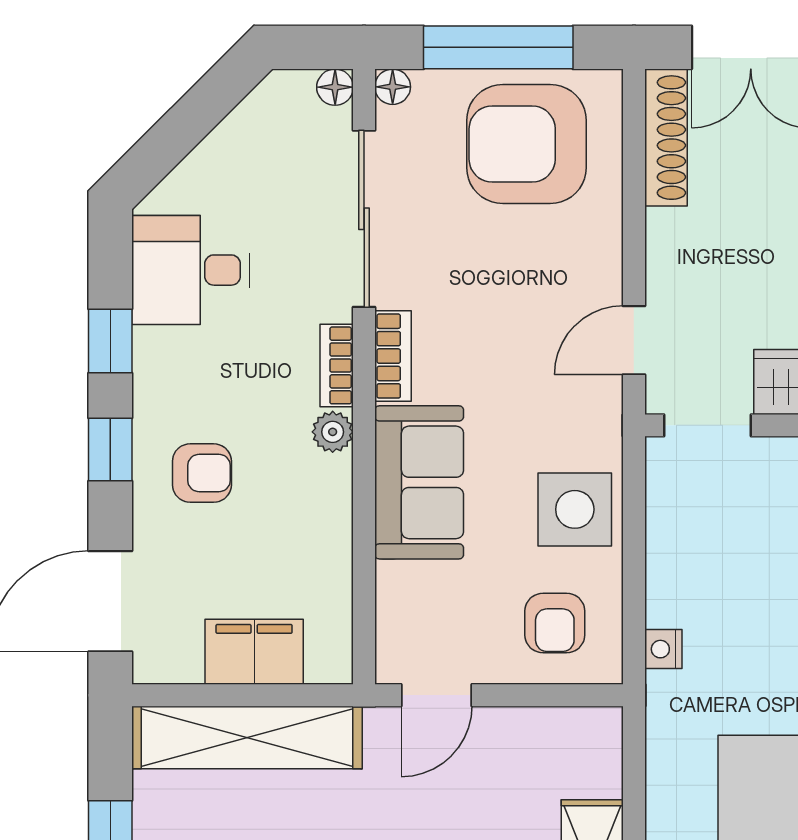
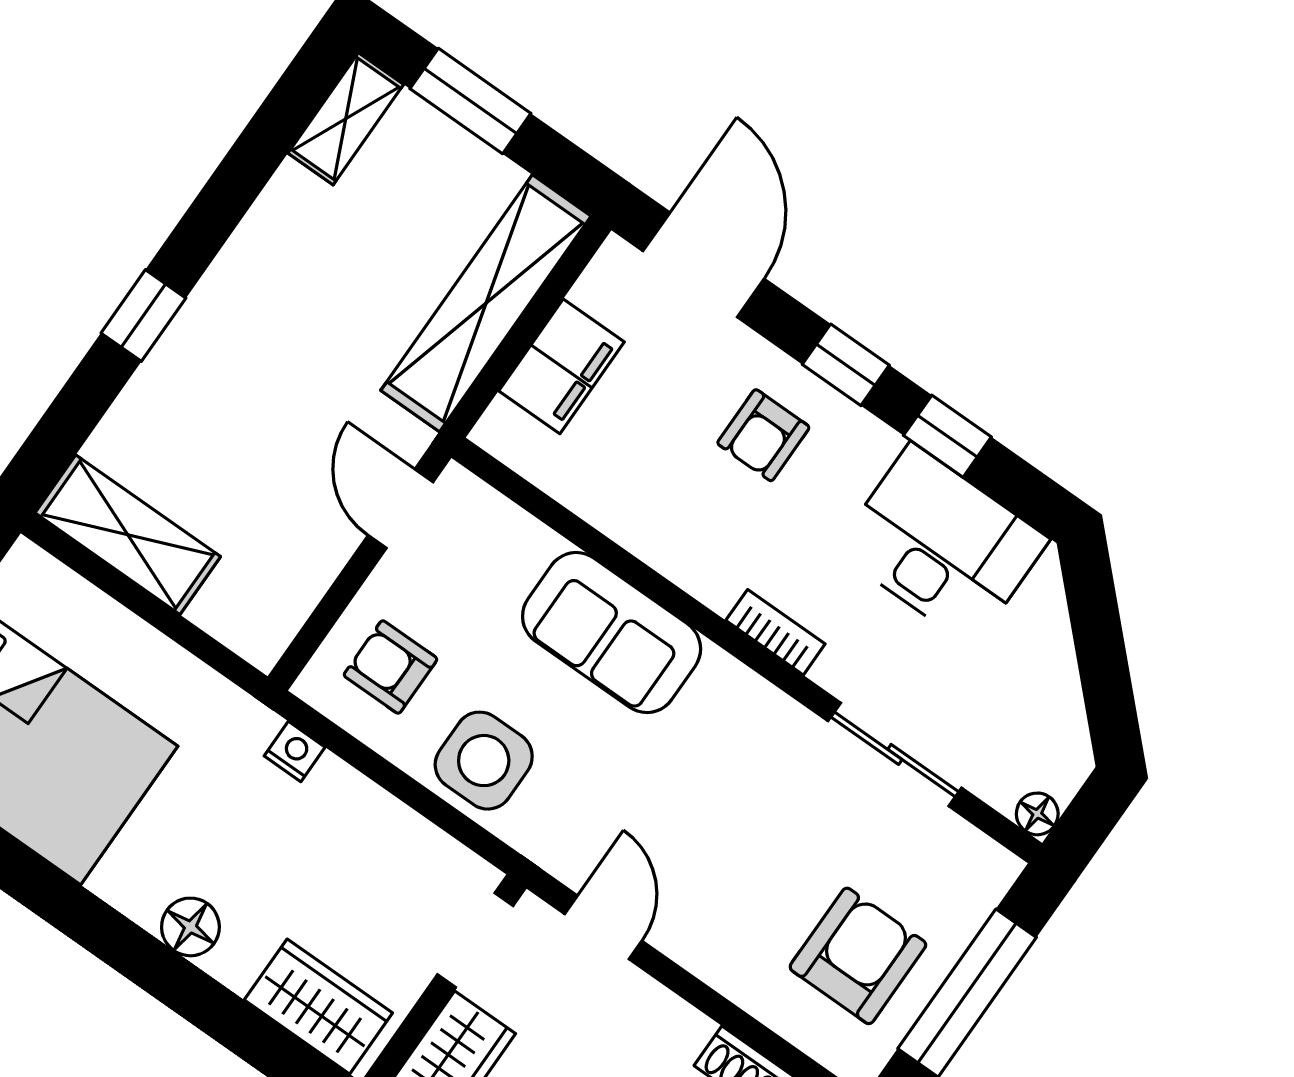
floor lamp: (393, 87) -> (1000, 868), removed
armchair: (526, 144) -> (858, 956), width x0.73, depth x0.73
sliding door: (364, 219) -> (895, 754), width x0.73
desk: (191, 270) -> (942, 545), width x1.37
bookcase: (393, 356) -> (747, 691), removed
plant: (333, 432) -> (716, 585), removed

